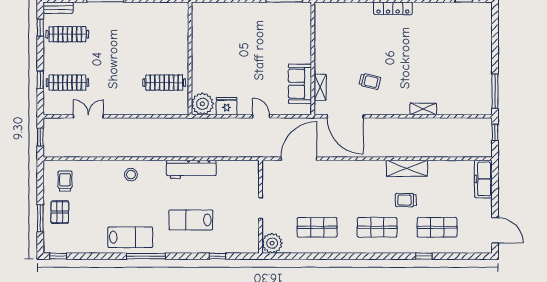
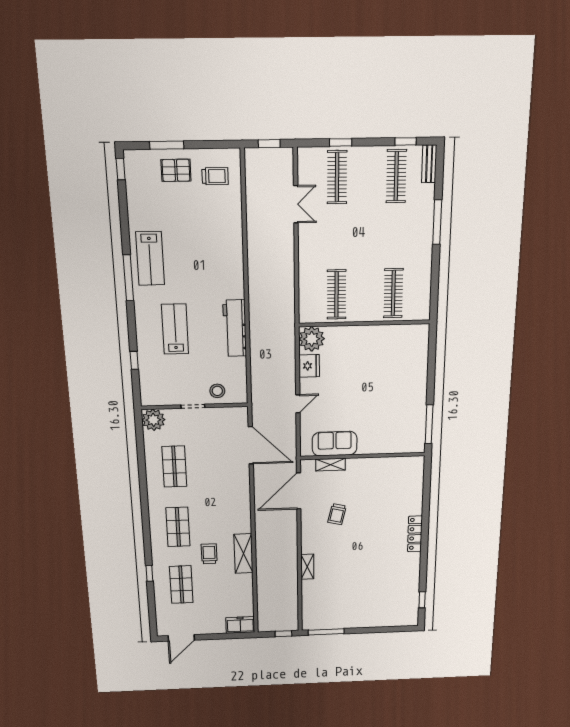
clothes rail: (164, 34) -> (393, 293), added
stool: (131, 175) -> (217, 391), moved
freezer: (483, 179) -> (240, 625), width x0.71

